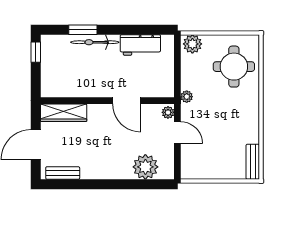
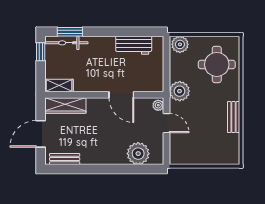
window: (83, 30) -> (70, 32), moved
bicycle: (95, 42) -> (66, 43), moved
shelving: (56, 90) -> (59, 85), added
plant: (187, 97) -> (180, 91), width x1.87, depth x1.87
bench: (253, 162) -> (234, 117), moved

